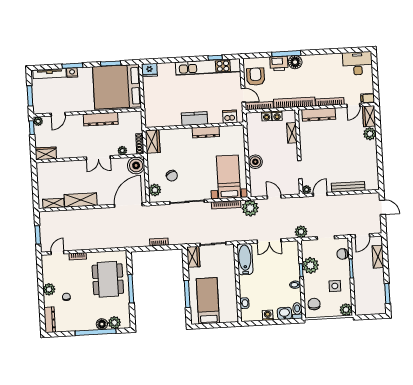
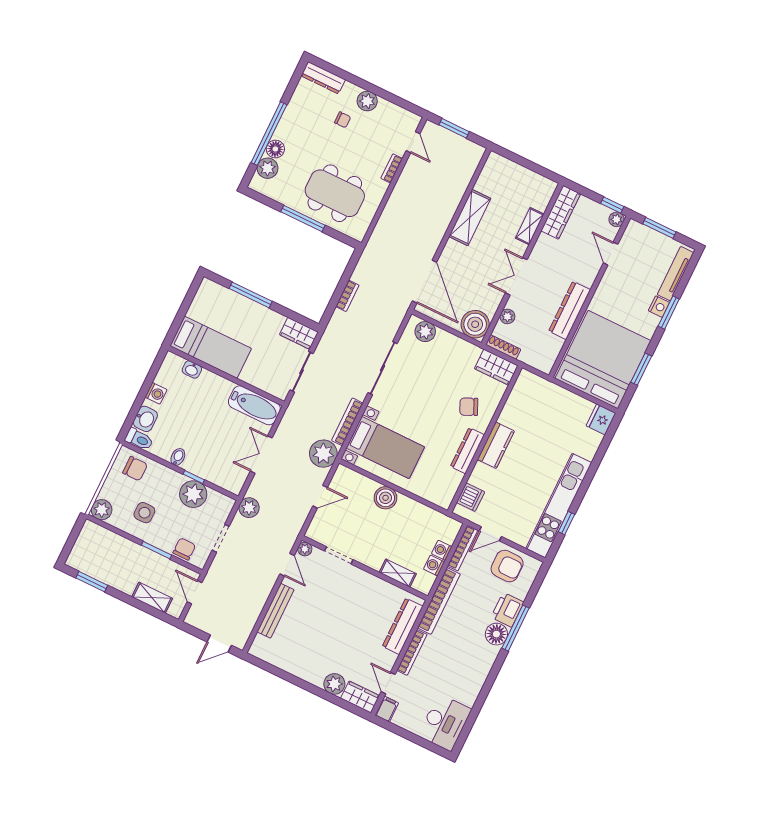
wardrobe: (46, 153) -> (561, 212), width x1.50
chair: (172, 176) -> (469, 407), moved
shelving: (53, 203) -> (530, 226), moved
bed: (208, 301) -> (211, 347), moved

